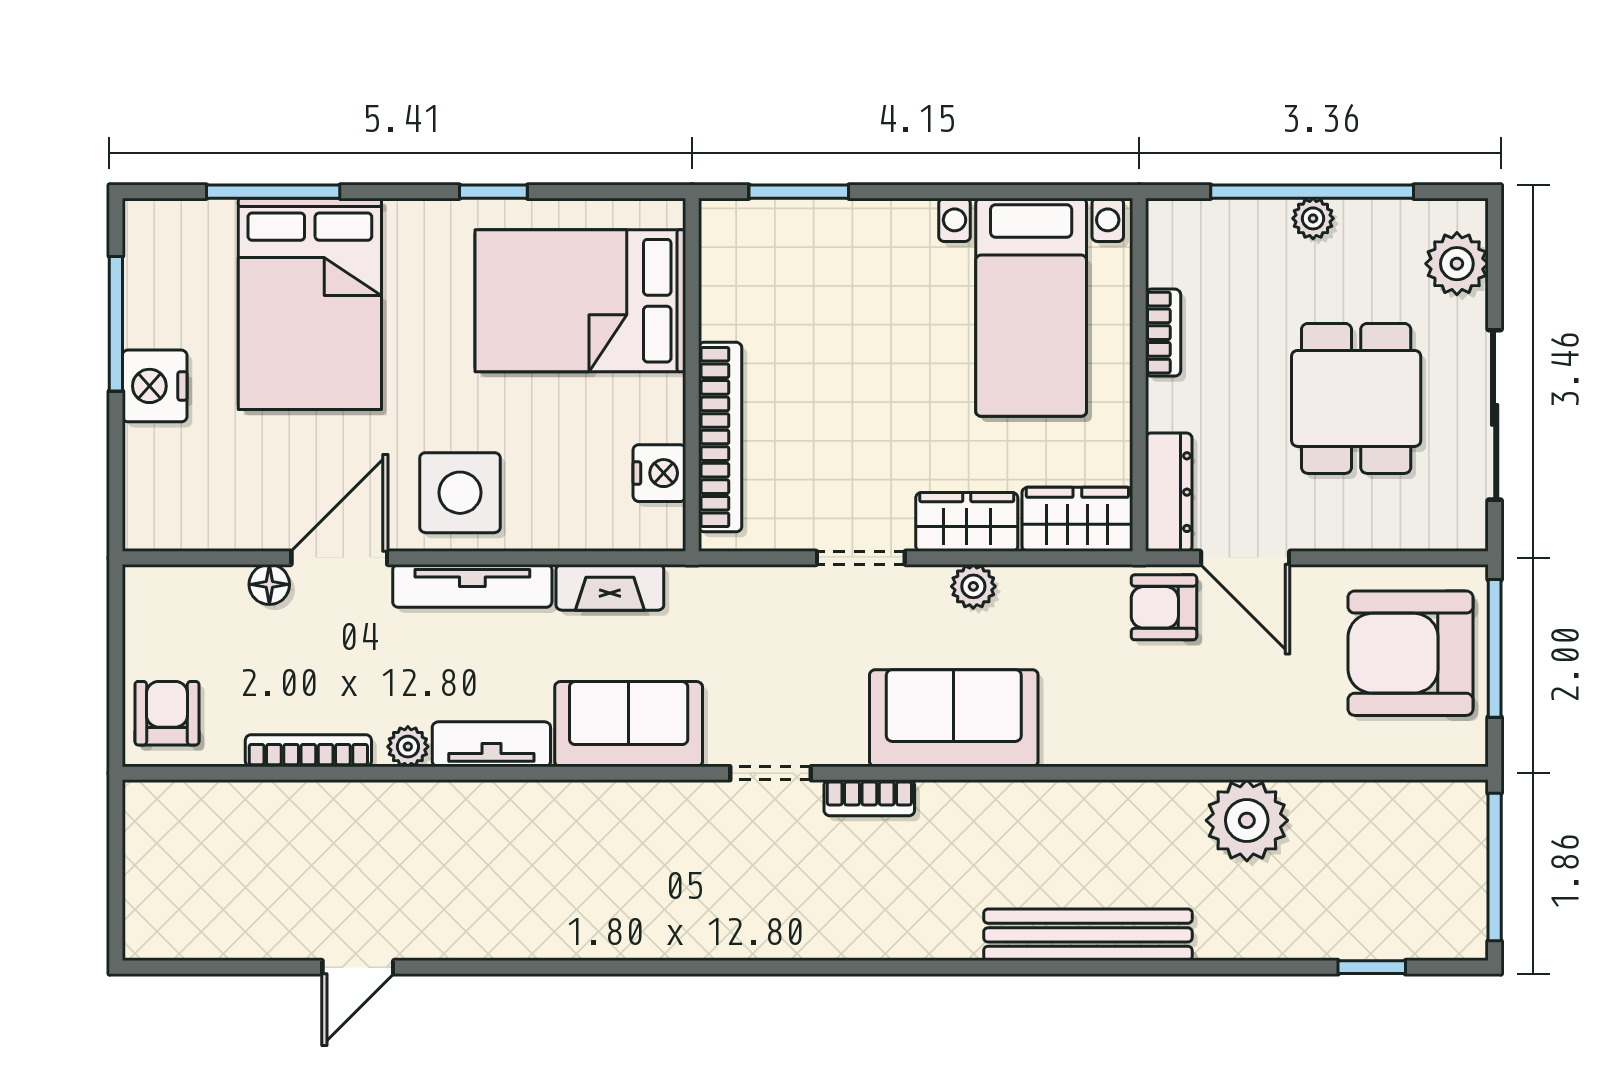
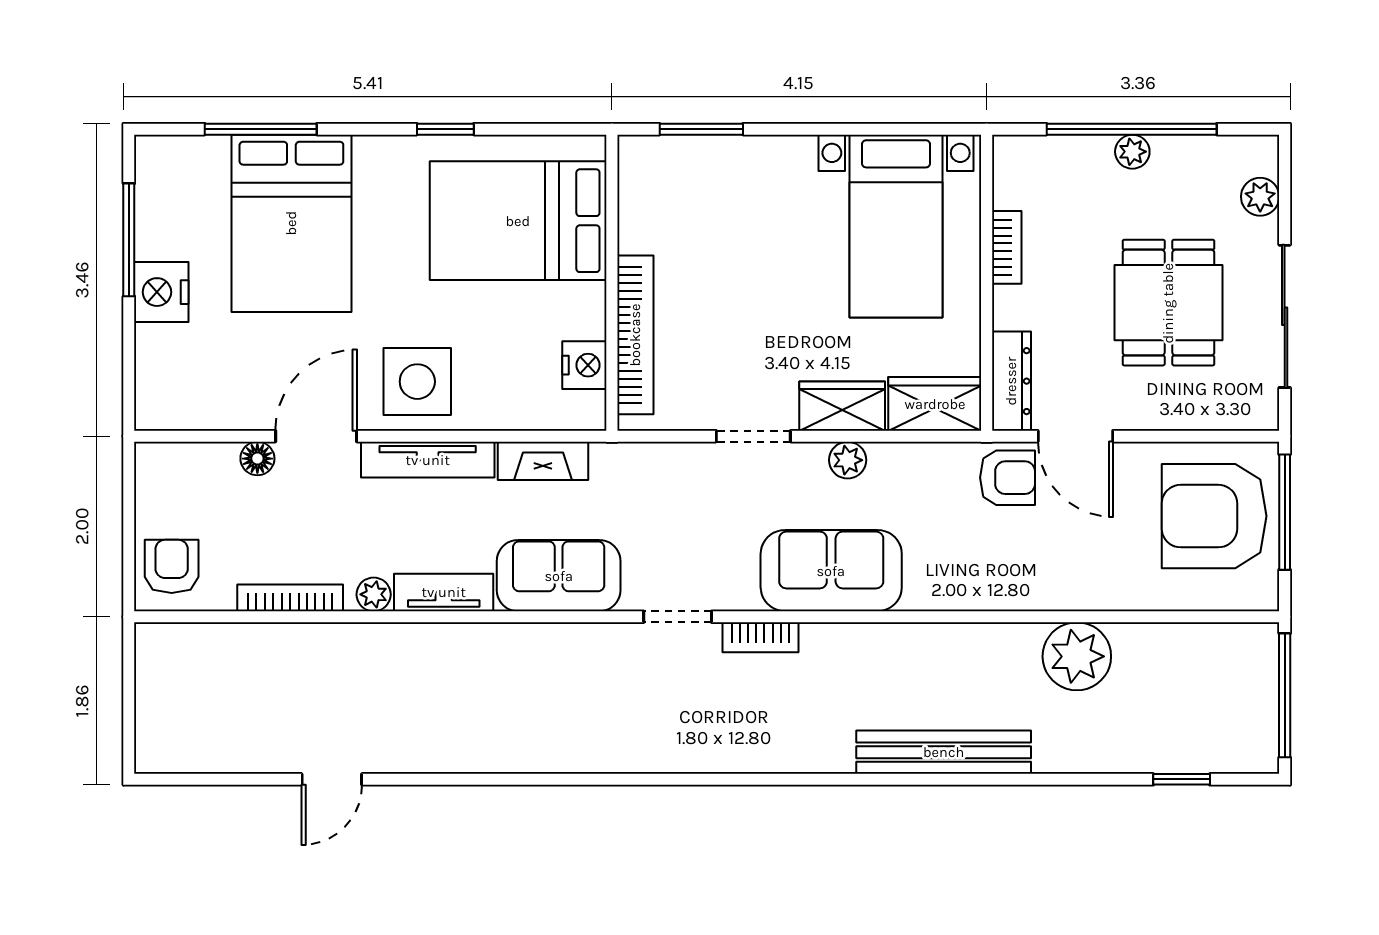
plant: (1457, 264) -> (1260, 197), width x0.73, depth x0.73
armchair: (1164, 607) -> (1007, 478), turned 180

